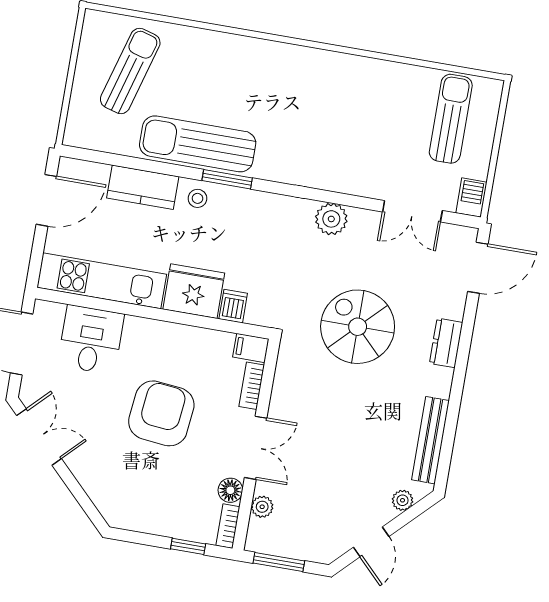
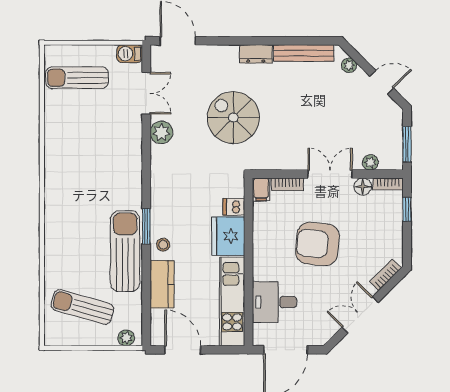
plant: (77, 124) -> (126, 338), added
sun lounger: (198, 144) -> (125, 251), turned 180
plant: (331, 219) -> (161, 132), moved
spiral stairs: (358, 327) -> (233, 118), turned 90
dresser: (446, 343) -> (256, 54), moved
double door: (39, 437) -> (360, 315), moved
bookcase: (102, 501) -> (385, 275), added

